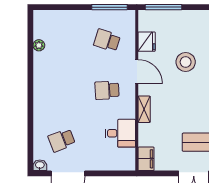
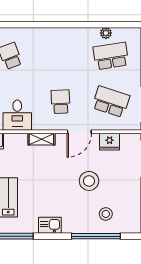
school desk: (62, 40) -> (111, 56), added
school desk: (107, 40) -> (111, 102), width x1.85

